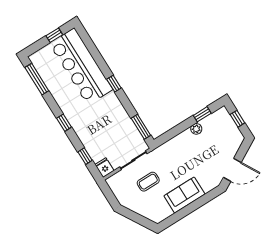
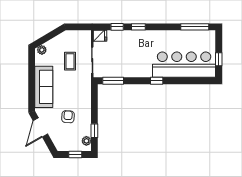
window: (64, 123) -> (138, 27), moved
plant: (196, 129) -> (86, 141), moved
armchair: (205, 149) -> (68, 117), added
sofa: (184, 195) -> (44, 87), width x1.36
plant: (155, 217) -> (42, 50), added

